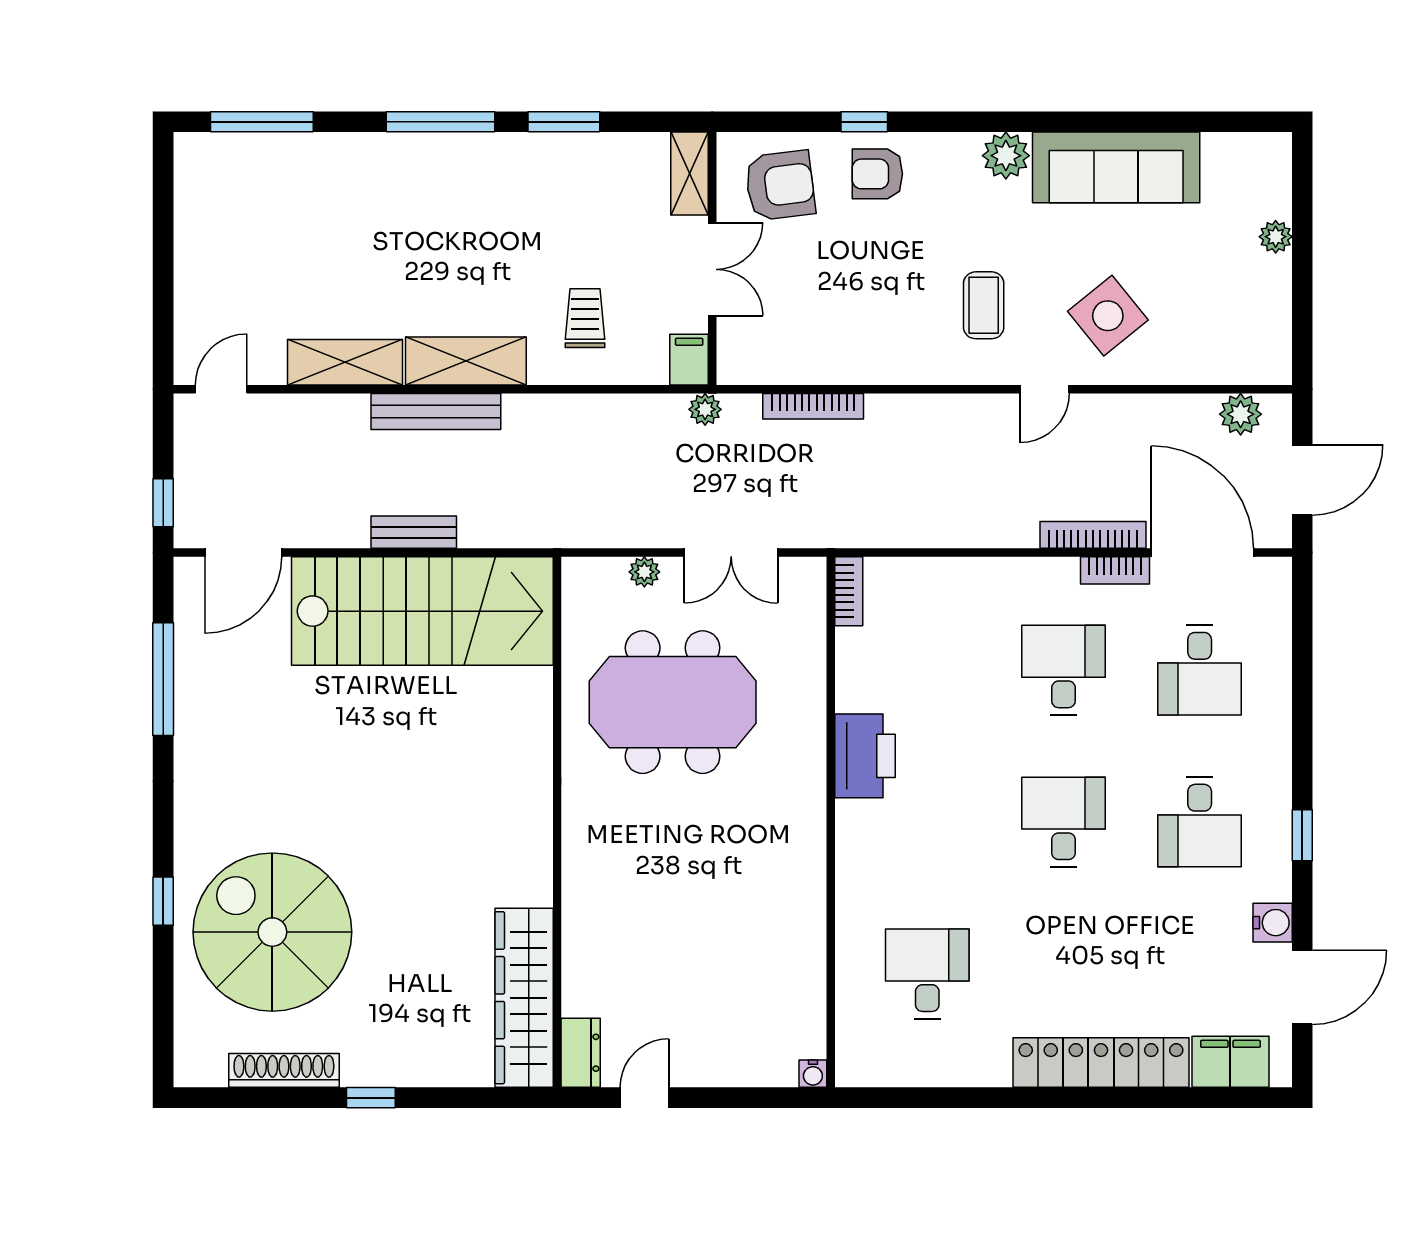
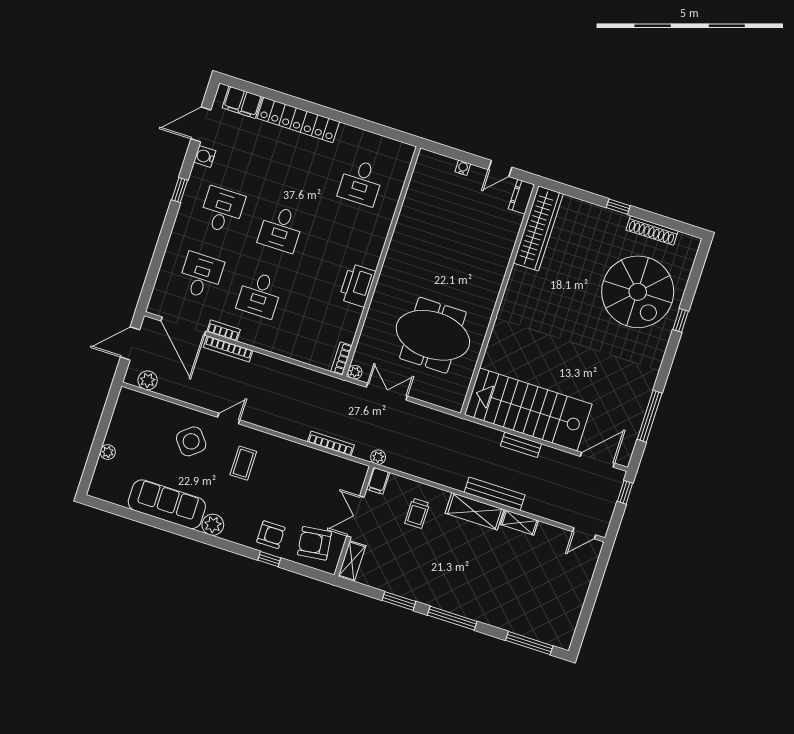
shelving: (345, 362) -> (519, 523), width x0.67, depth x0.75
plant: (644, 572) -> (355, 372), moved
water cooler: (813, 1074) -> (463, 168), moved

